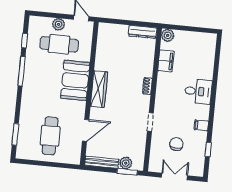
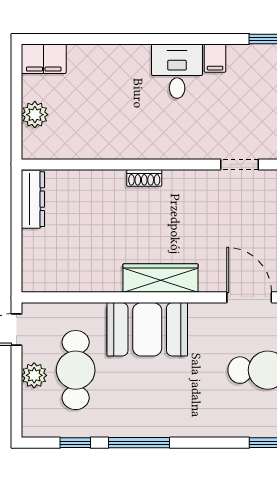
plant: (168, 35) -> (35, 115), moved
filing cabinet: (166, 61) -> (44, 59), moved, turned 180
desk: (198, 91) -> (177, 71), moved
doorway: (150, 122) -> (239, 164), moved
chair: (176, 144) -> (259, 106), removed

